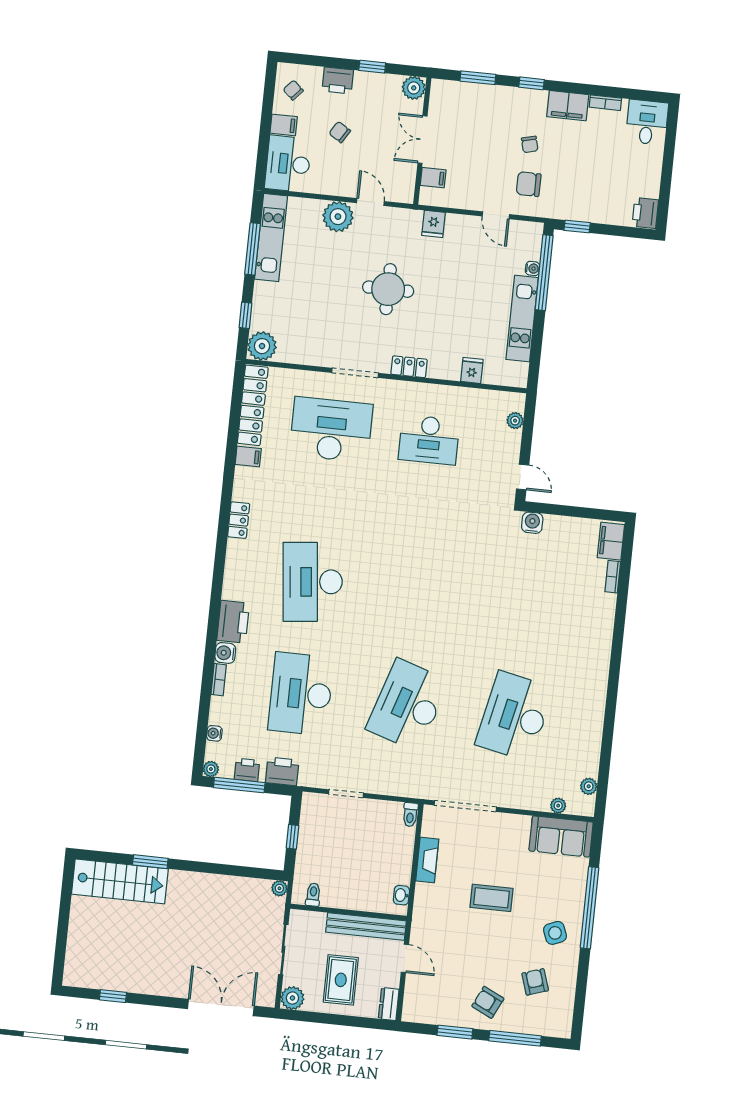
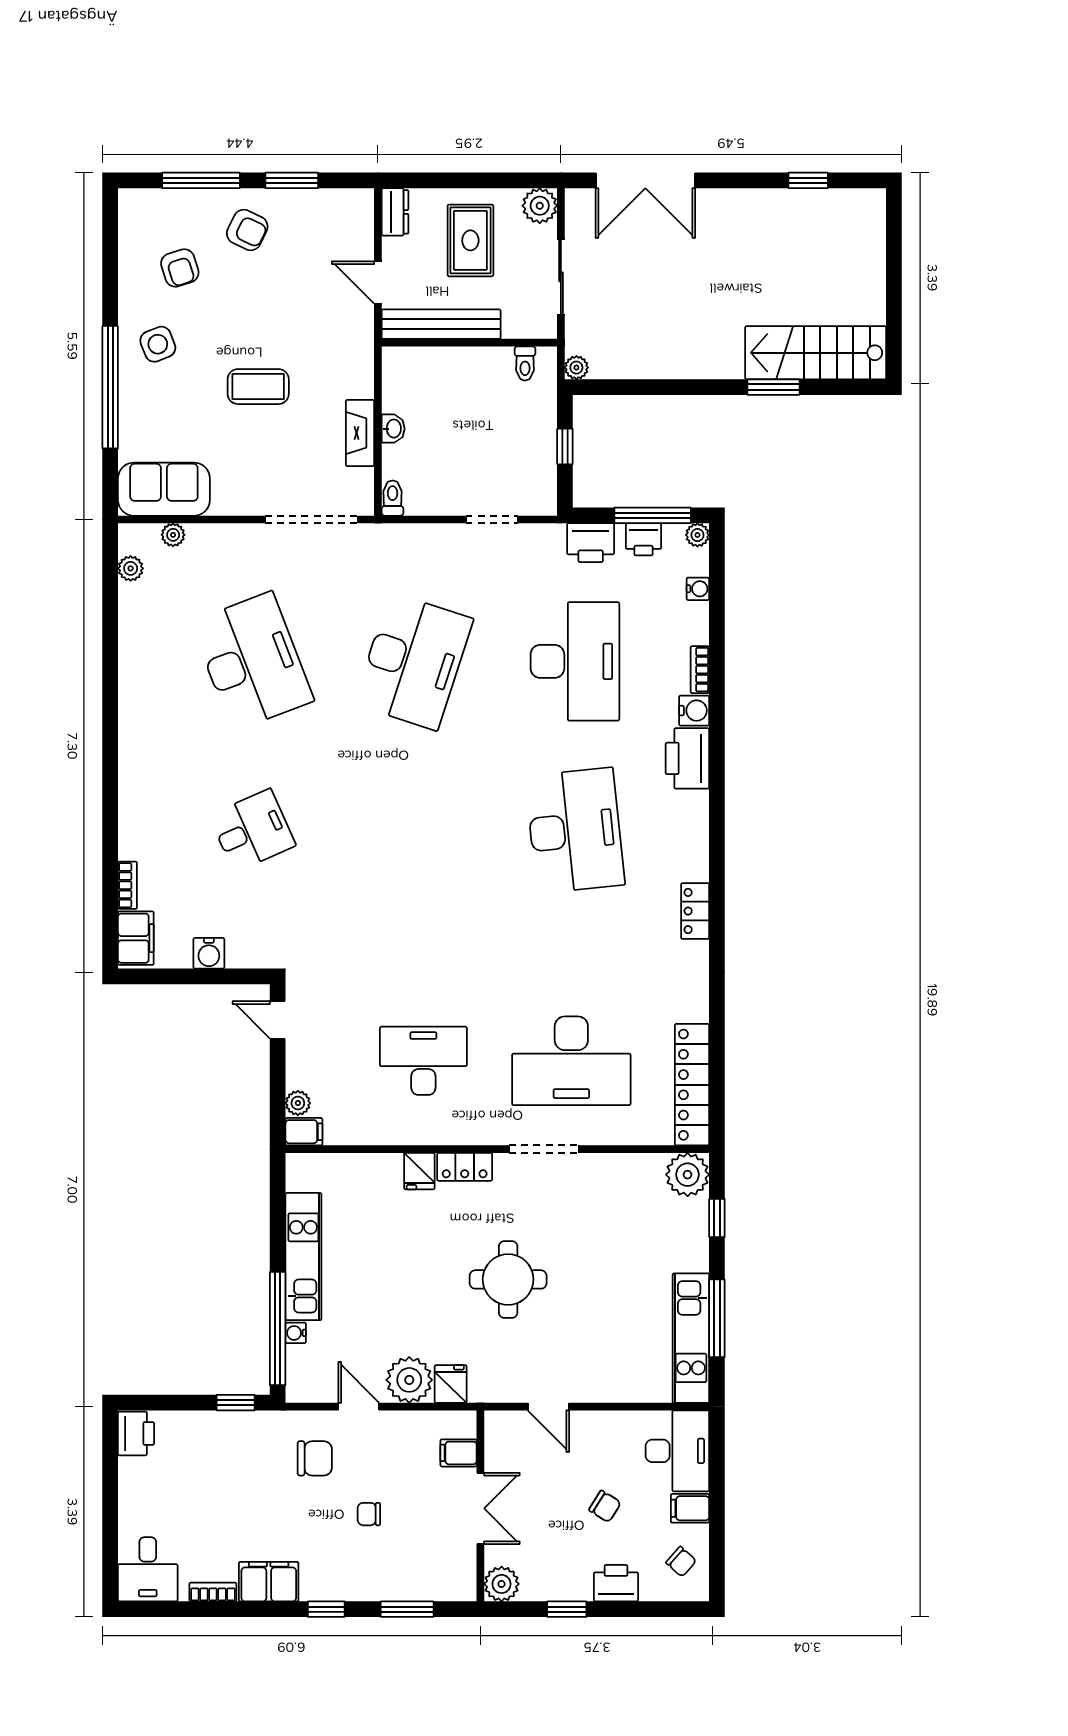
chair: (530, 144) -> (369, 1514), moved, turned -76
plant: (338, 217) -> (409, 1380), moved
fridge: (472, 370) -> (419, 1171), moved
filing cabinet: (248, 456) -> (304, 1132), moved, turned 180
water cooler: (532, 523) -> (209, 953), moved
desk: (526, 604) -> (252, 830), added
desk: (515, 716) -> (252, 661), turned -33
washbasin: (401, 895) -> (393, 429), moved

